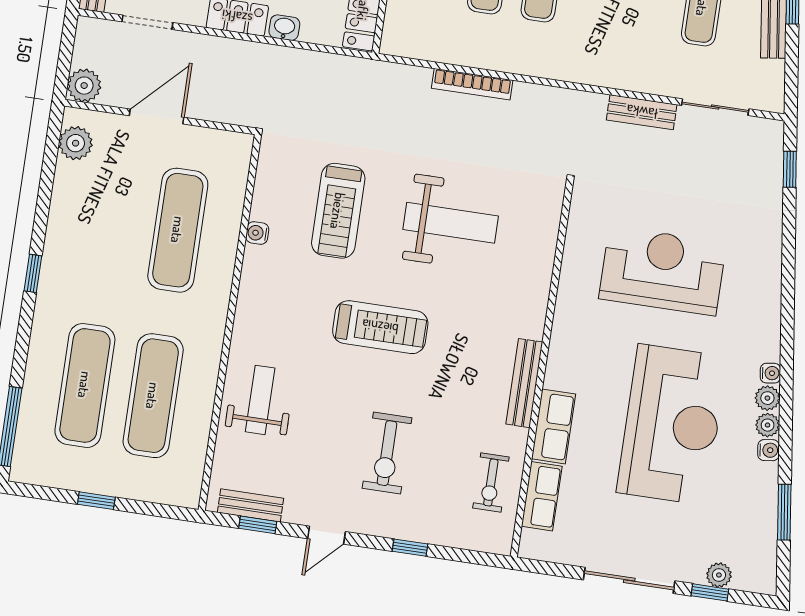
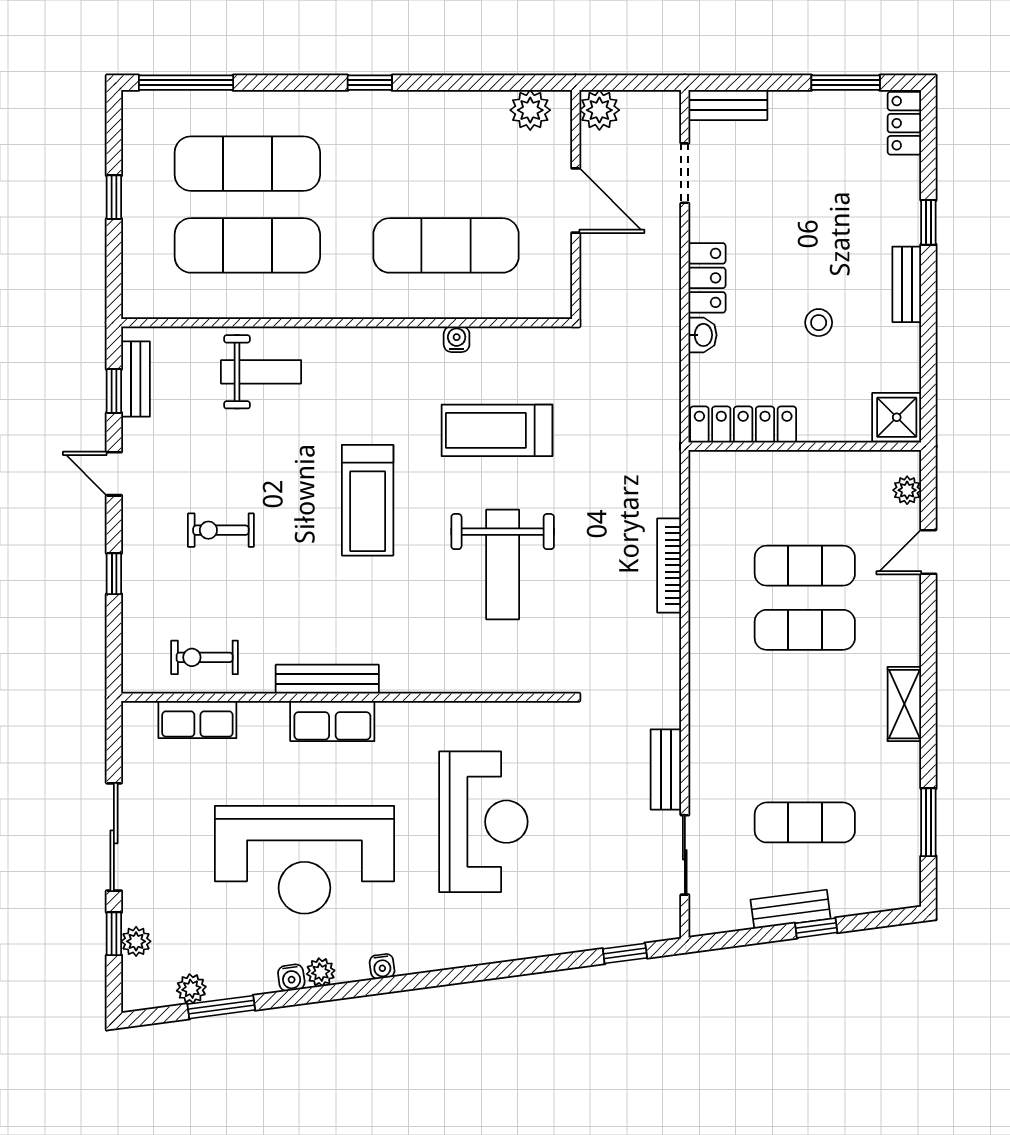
plant: (767, 398) -> (191, 989), moved
row of seats: (553, 426) -> (332, 721), moved
exercise bike: (387, 453) -> (221, 530), width x0.73, depth x0.72

